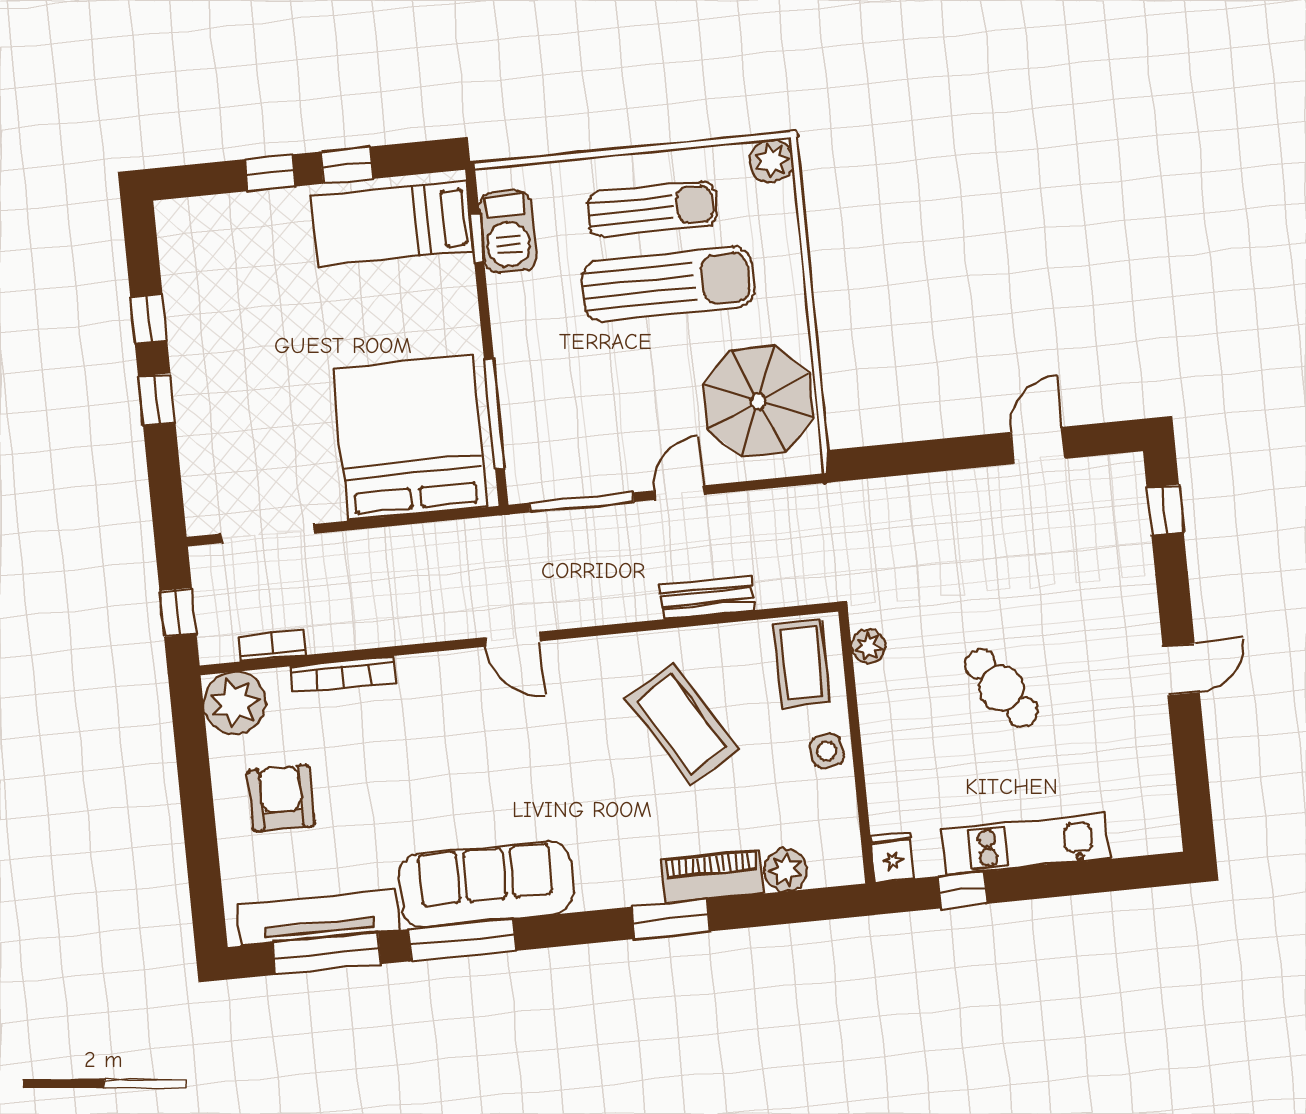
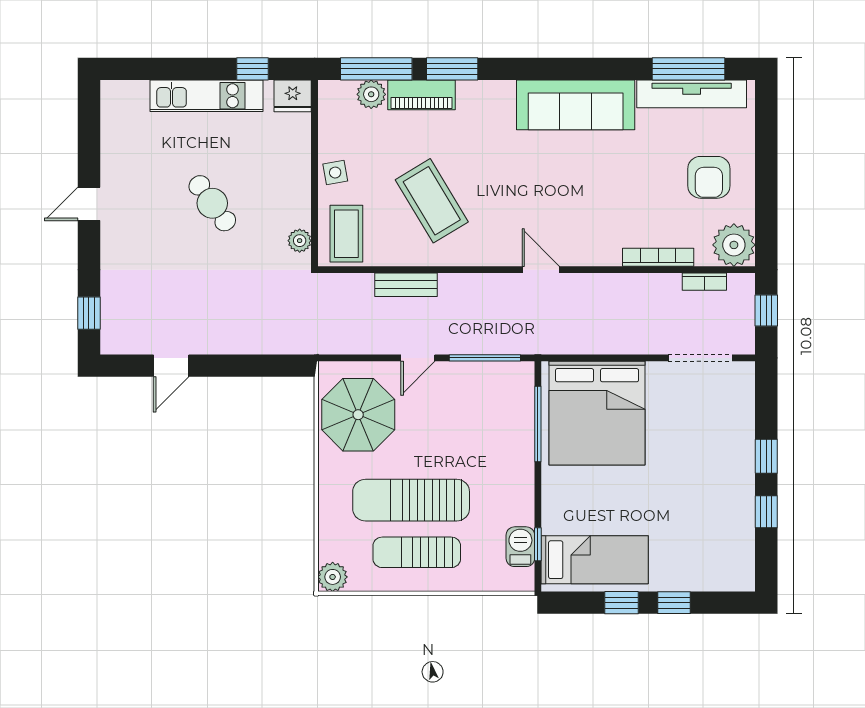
barbecue: (508, 232) -> (520, 547), width x0.73, depth x0.79
fridge: (892, 857) -> (293, 96), width x1.38
window: (462, 940) -> (376, 69), moved

